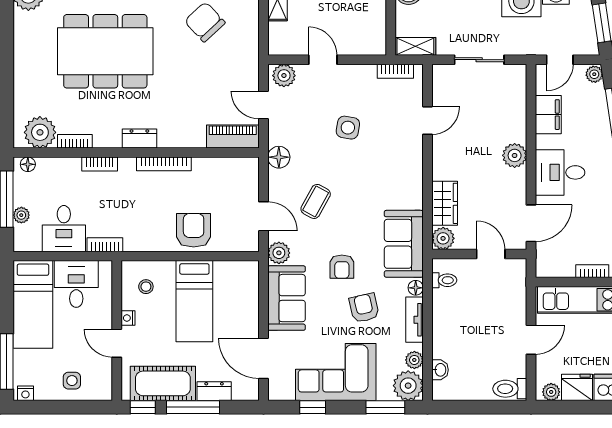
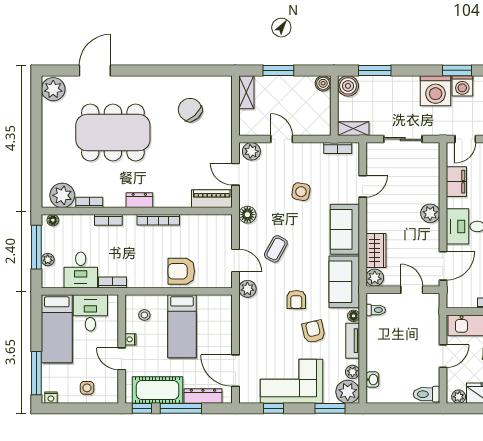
armchair: (194, 230) -> (181, 271), turned -90
sofa: (287, 298) -> (345, 229), moved, turned 180
dresser: (214, 391) -> (203, 396), width x1.44

